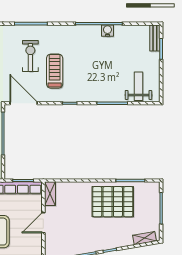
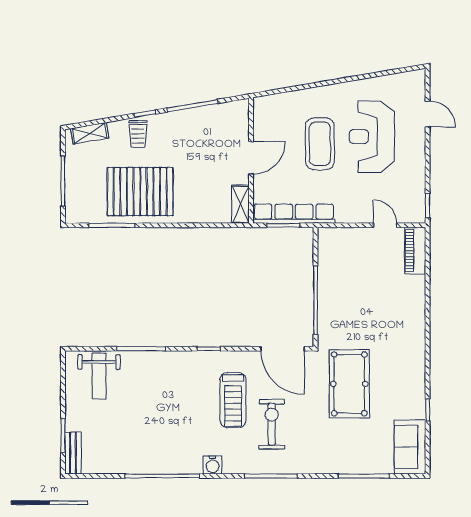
water cooler: (107, 31) -> (213, 465), moved
exercise bike: (30, 56) -> (272, 424), turned 180
trolley: (114, 238) -> (138, 134), added

